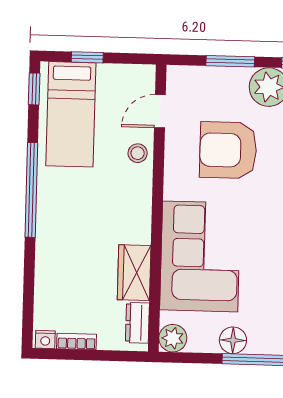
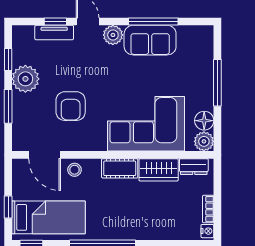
door: (160, 111) -> (45, 155), width x1.38
armchair: (228, 150) -> (71, 106), width x0.73, depth x0.73
cot: (138, 217) -> (120, 168), added
floor lamp: (233, 340) -> (204, 121), moved

